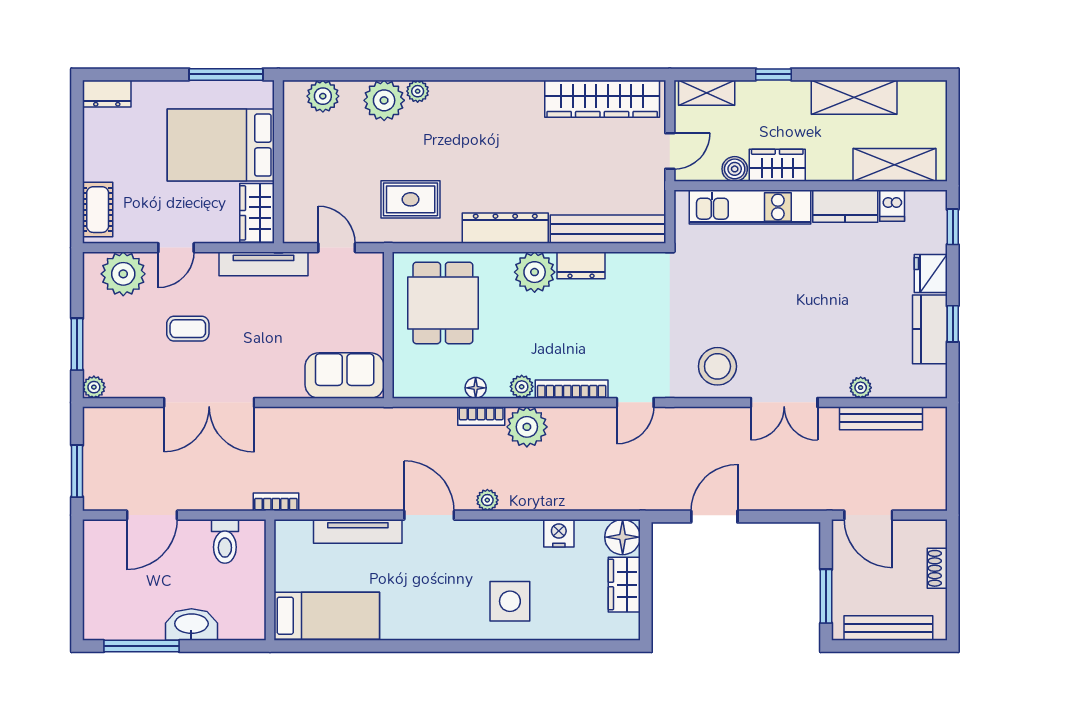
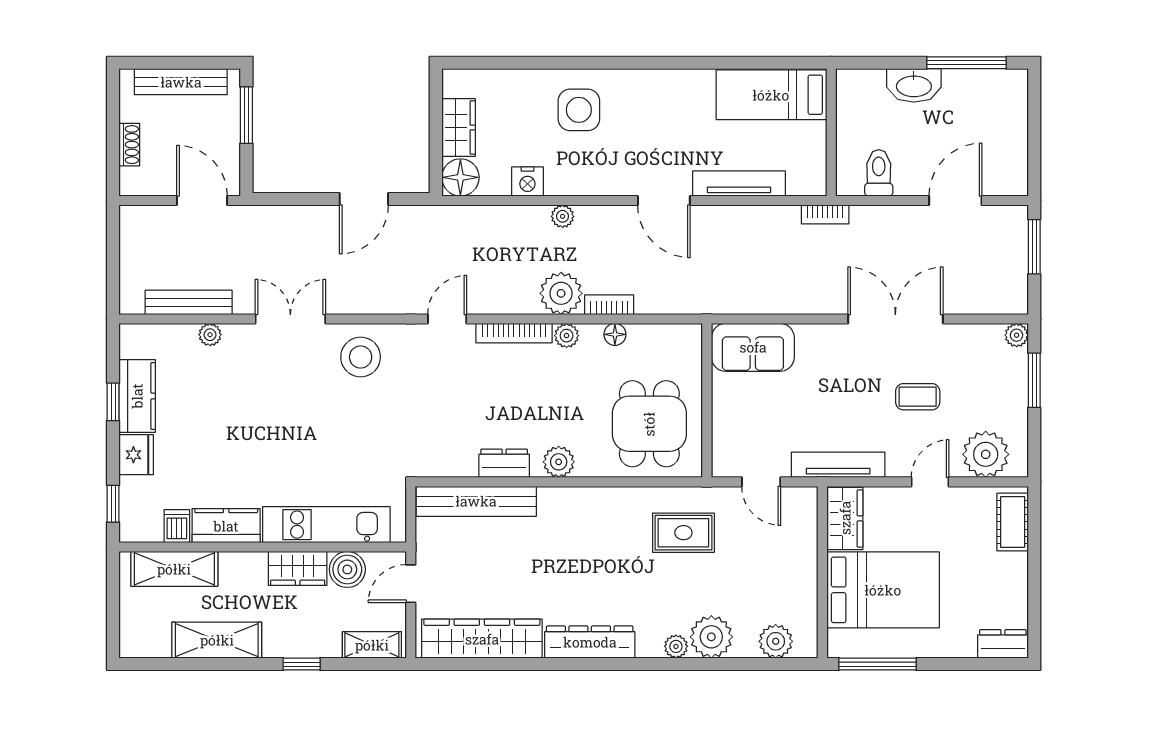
boiler: (735, 169) -> (347, 569), width x1.36, depth x1.36
dresser: (505, 228) -> (590, 642), moved, turned 180
plant: (535, 272) -> (559, 462), width x0.73, depth x0.73
plant: (487, 500) -> (563, 216), moved

